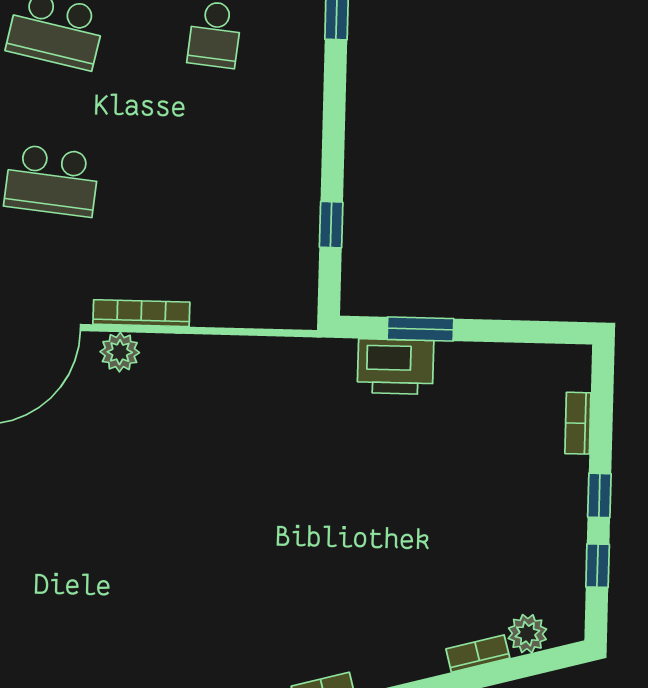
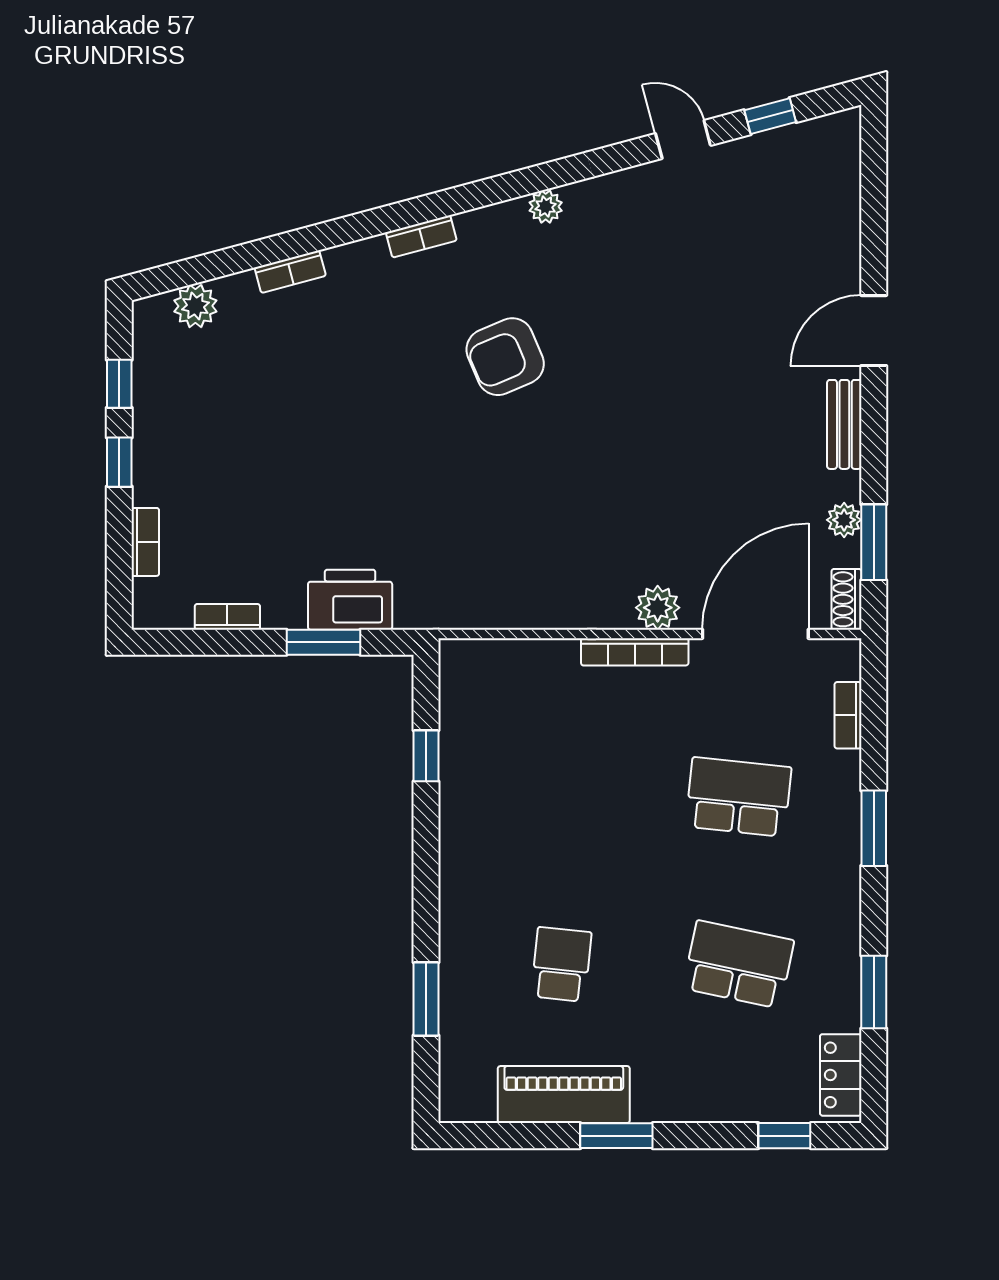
bookcase: (506, 354) -> (227, 617), added
armchair: (251, 581) -> (505, 357), added
bookcase: (478, 654) -> (290, 272), moved

